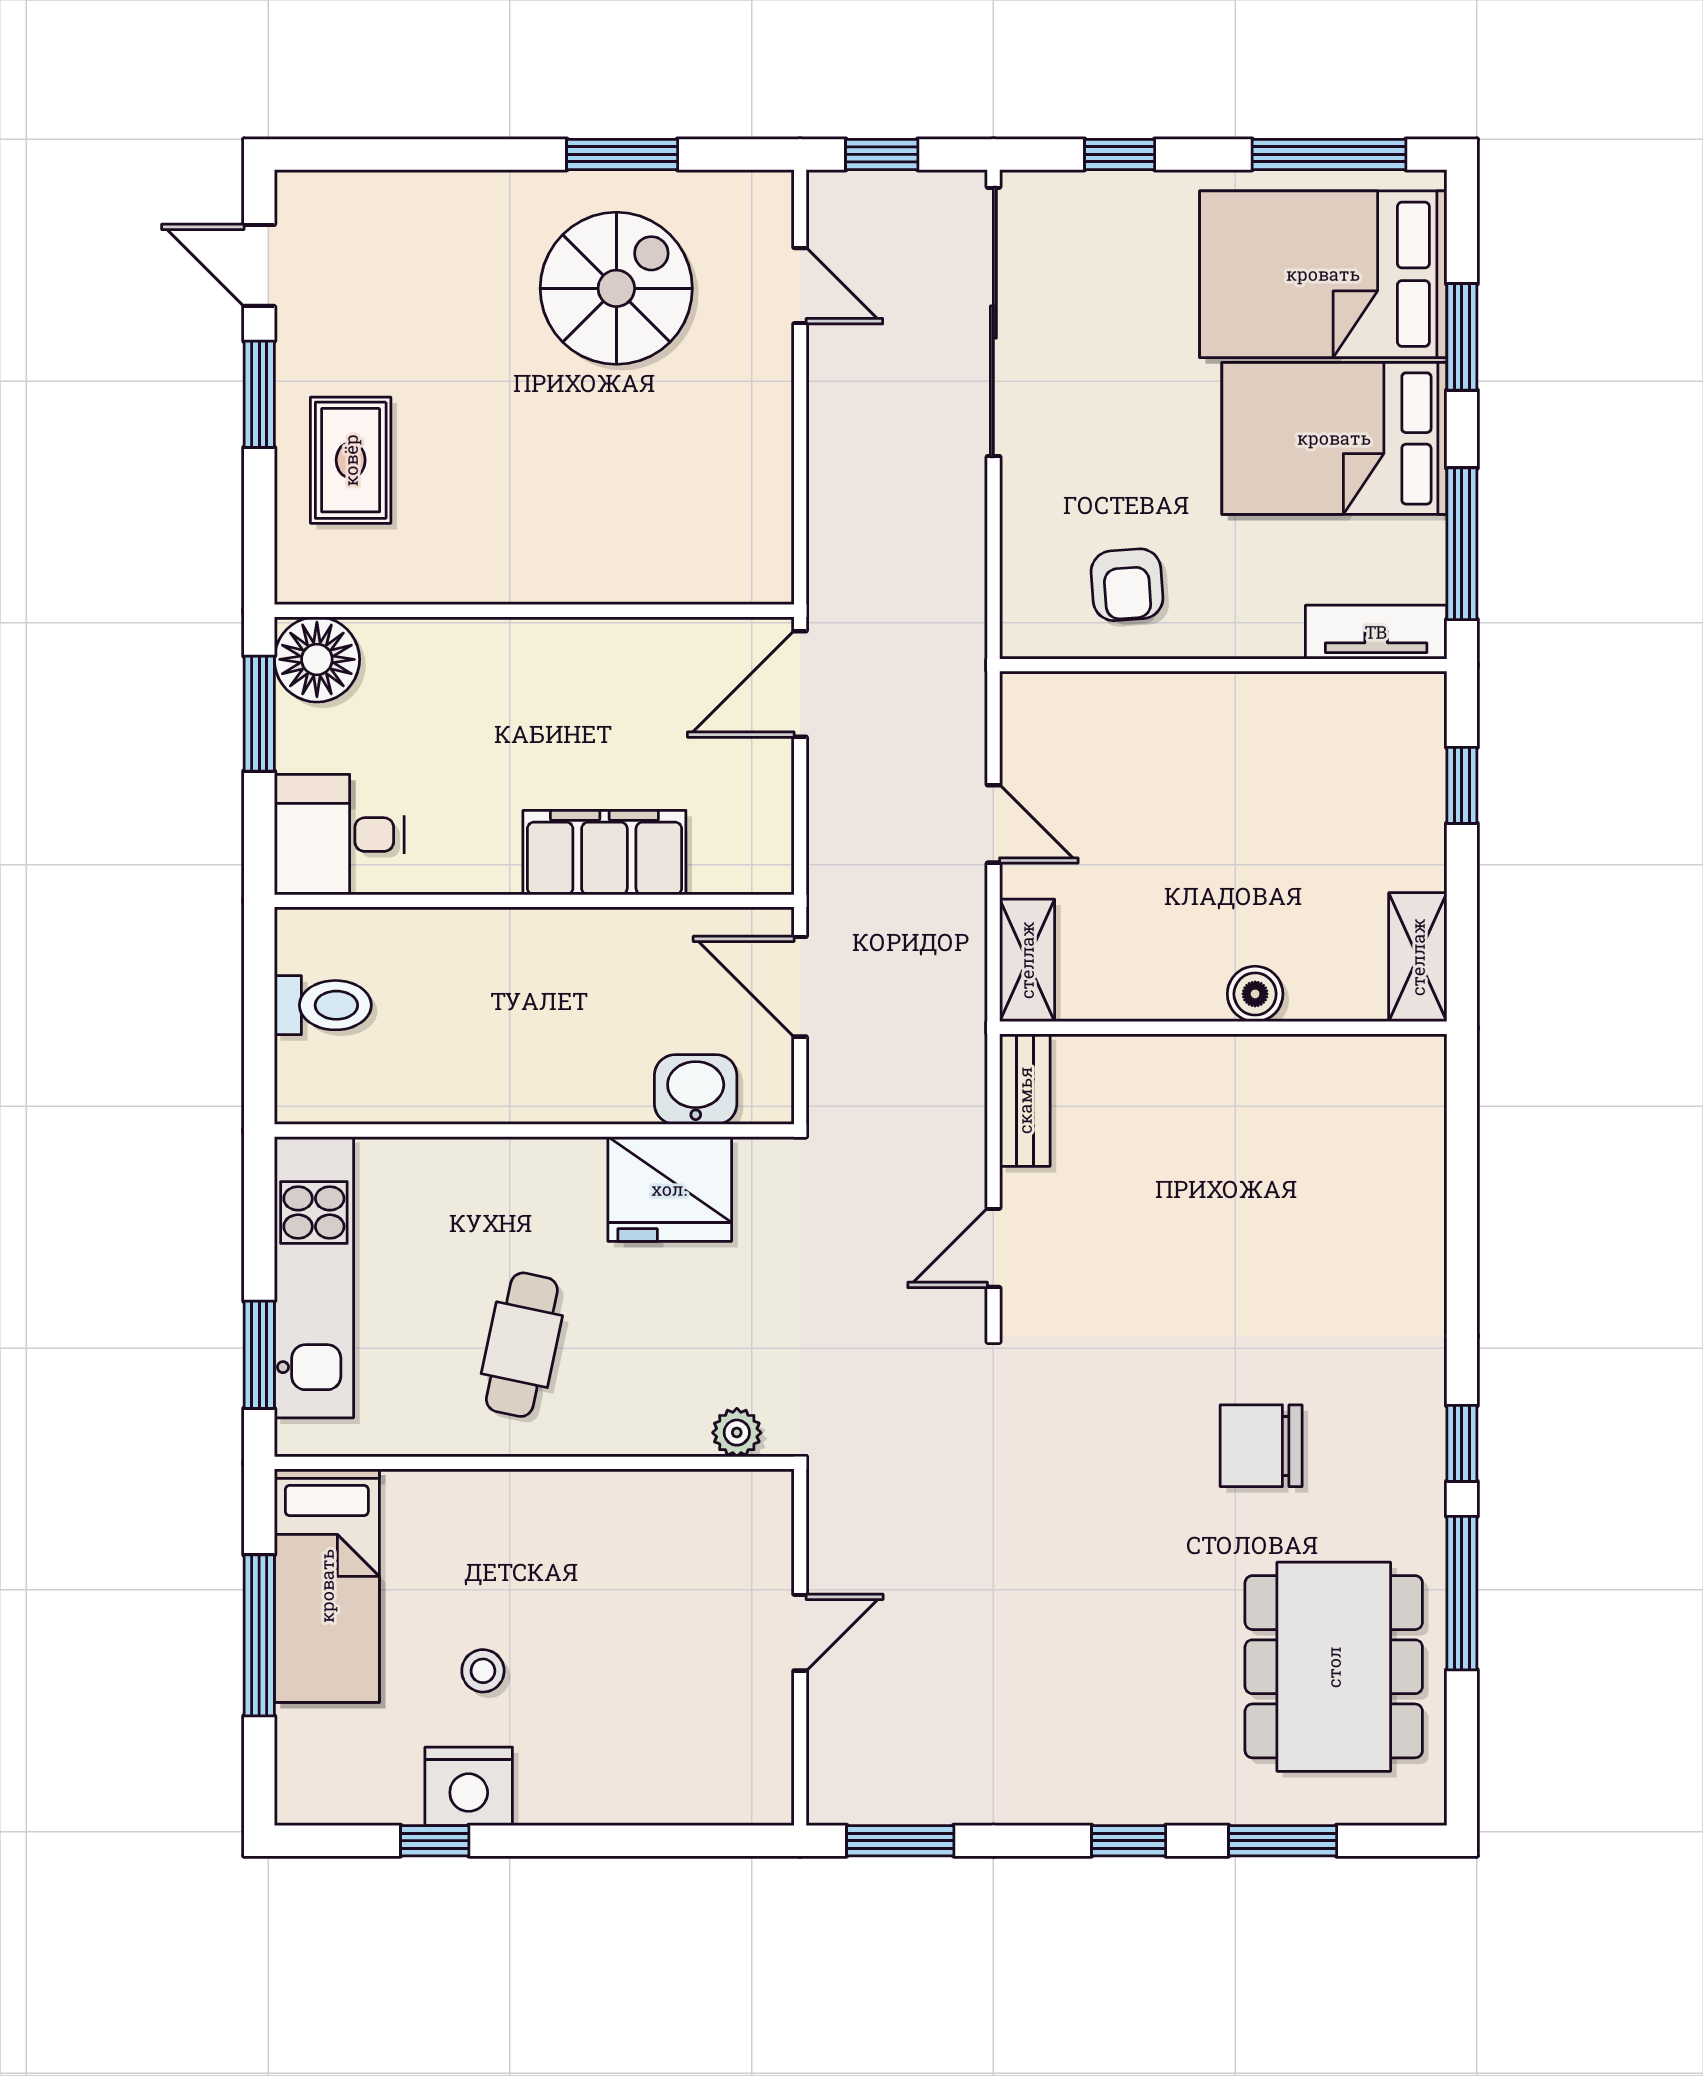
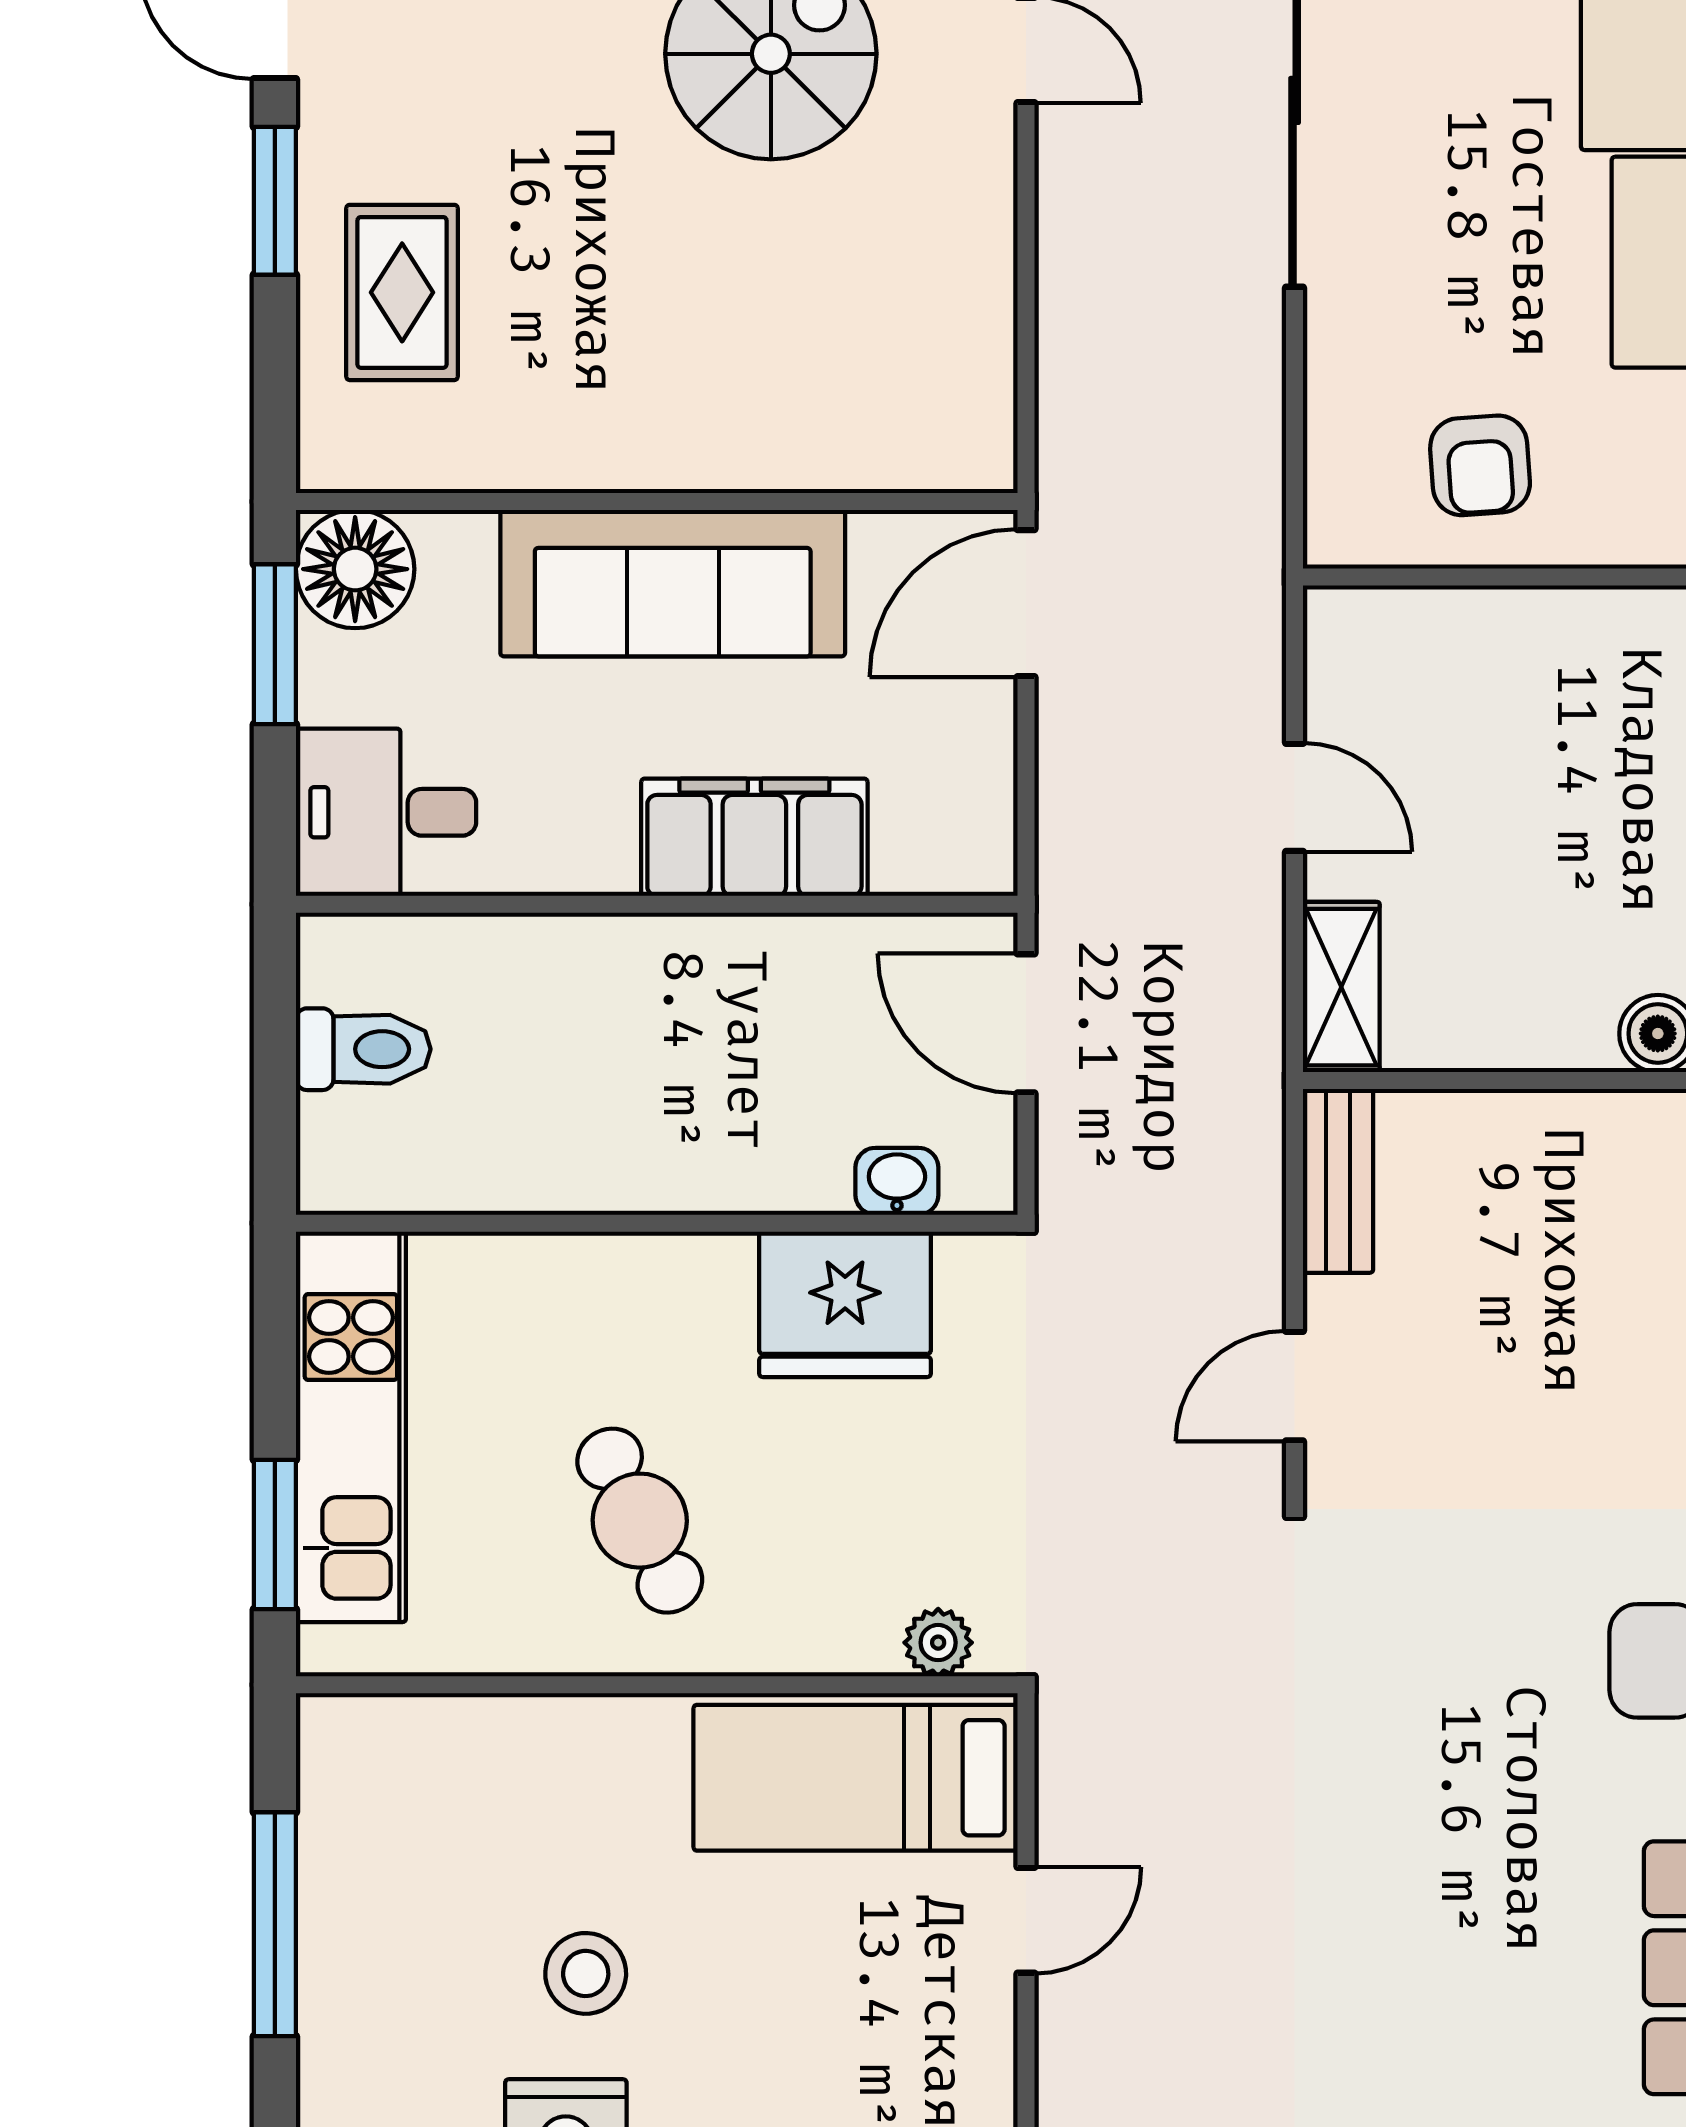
sofa: (546, 670) -> (673, 583), added
washbasin: (696, 1090) -> (897, 1181), width x0.72, depth x0.69
cafe table: (522, 1345) -> (640, 1521), turned -38
bed: (327, 1586) -> (856, 1778), moved, turned 90
stool: (483, 1671) -> (586, 1973), width x1.37, depth x1.37

